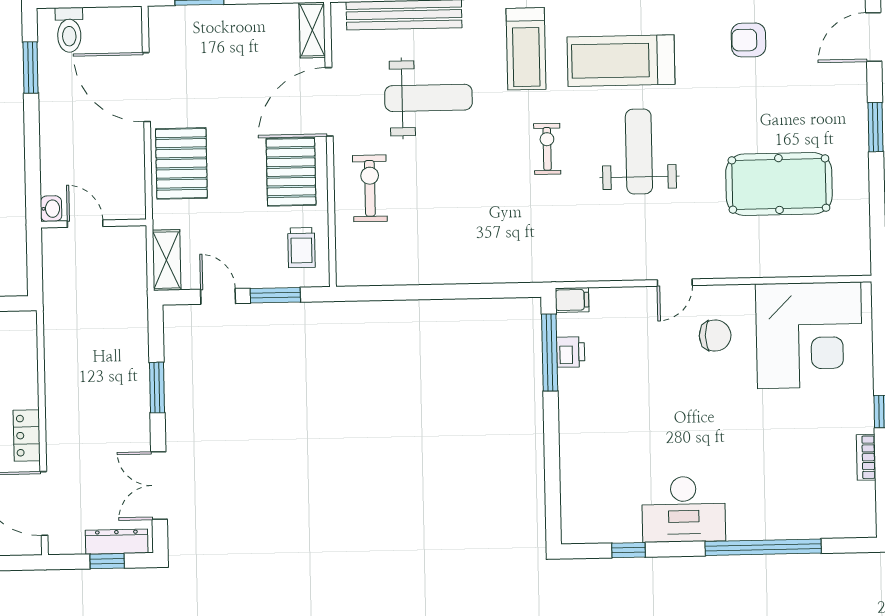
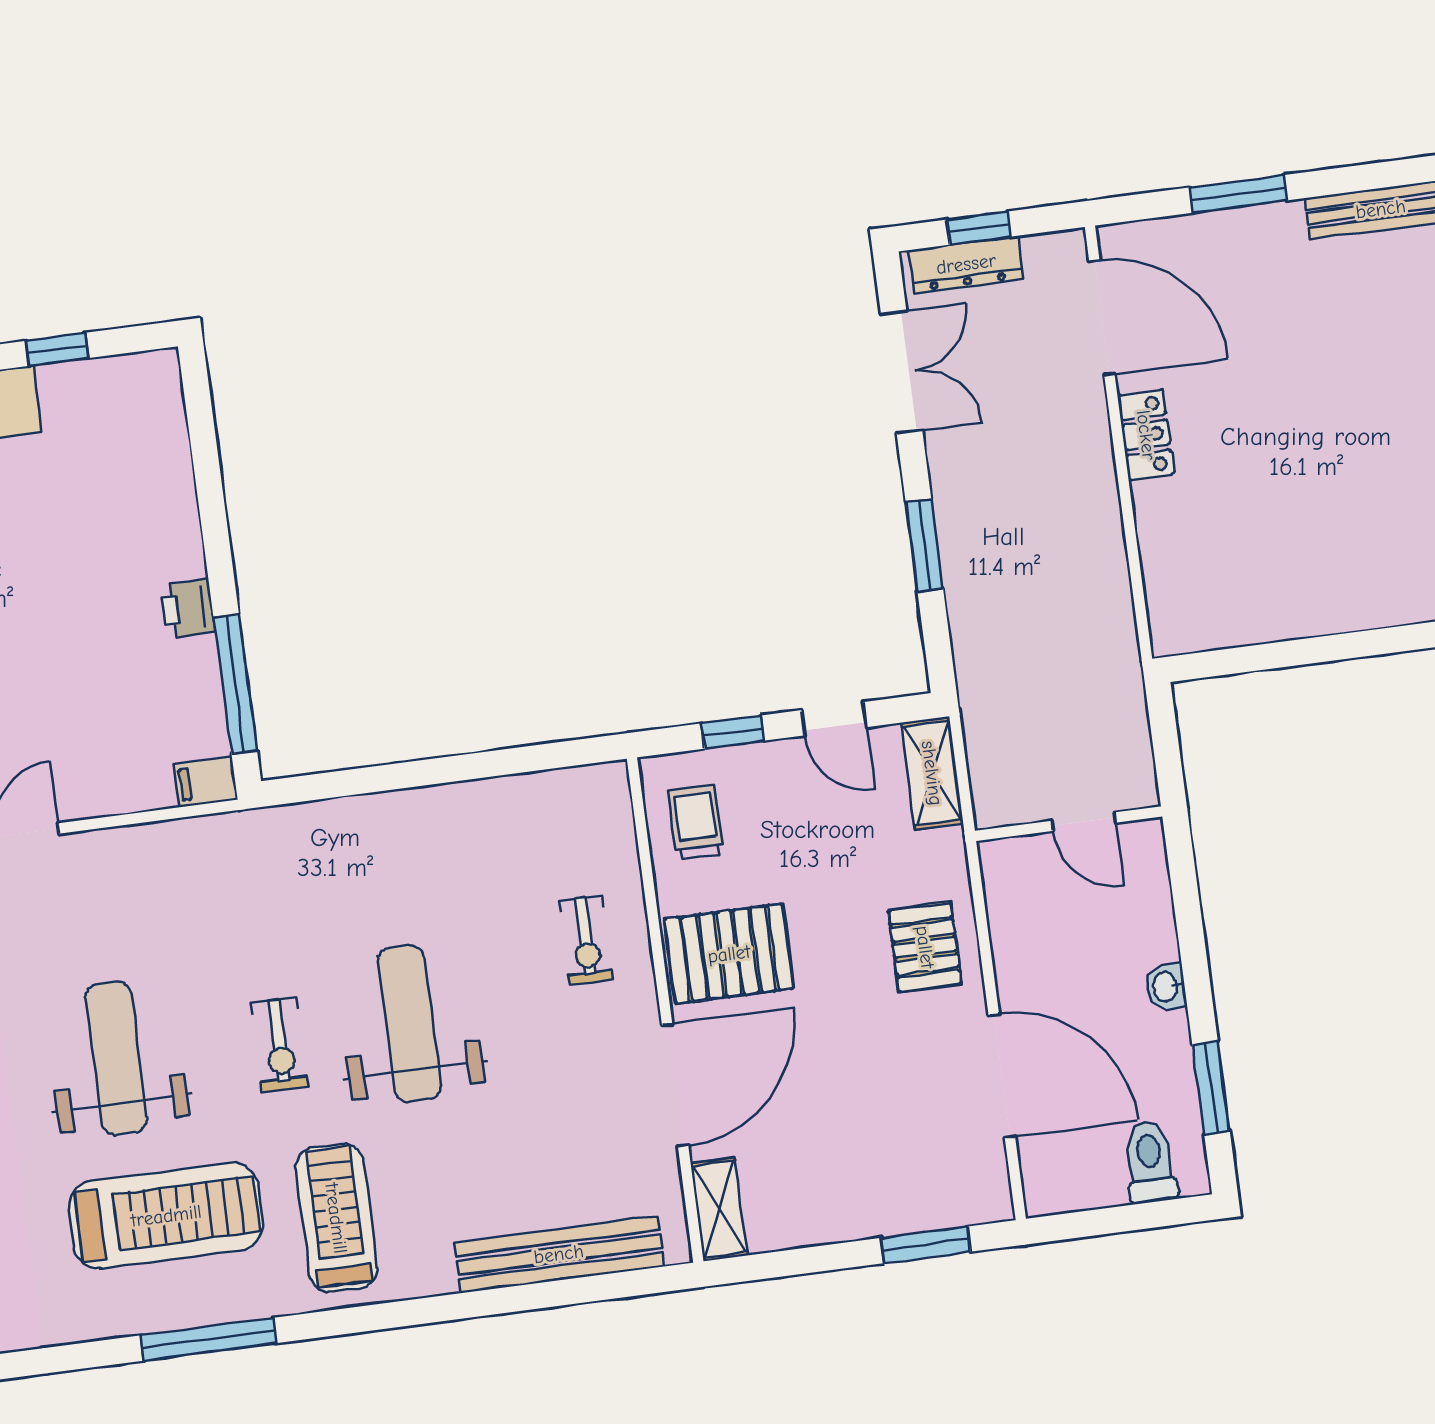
weight bench: (428, 98) -> (410, 1024), moved, turned 90
weight bench: (639, 152) -> (116, 1058), turned 180
pallet: (181, 163) -> (925, 947), width x0.67, depth x0.71
pallet: (291, 172) -> (729, 954), turned 90
exercise bike: (370, 188) -> (586, 940), width x0.73, depth x0.72
washbasin: (51, 209) -> (1166, 987), moved
window: (275, 295) -> (733, 732), width x0.67
printer: (571, 352) -> (188, 608), moved

